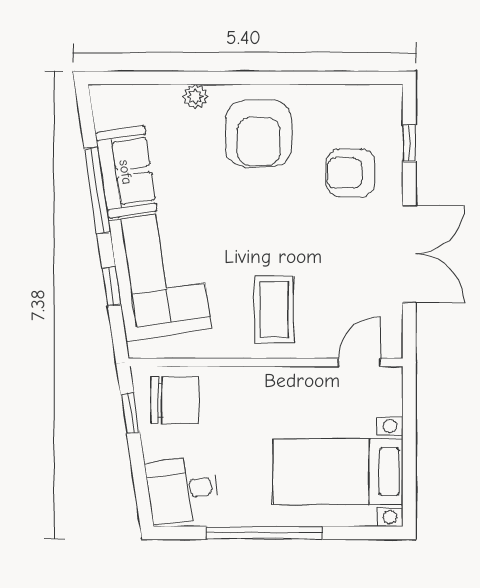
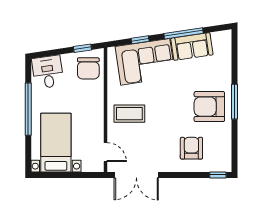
window: (248, 78) -> (235, 102), added
plant: (195, 97) -> (226, 78), removed
window: (409, 143) -> (218, 175), moved
double door: (409, 254) -> (136, 175), moved

